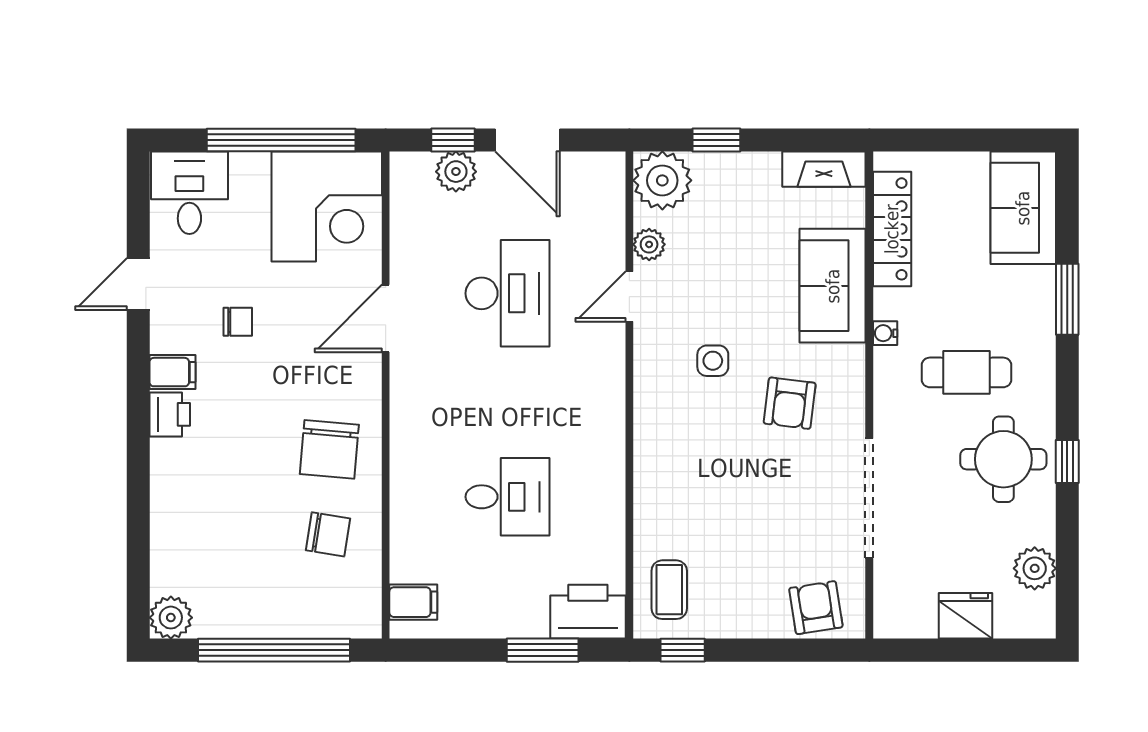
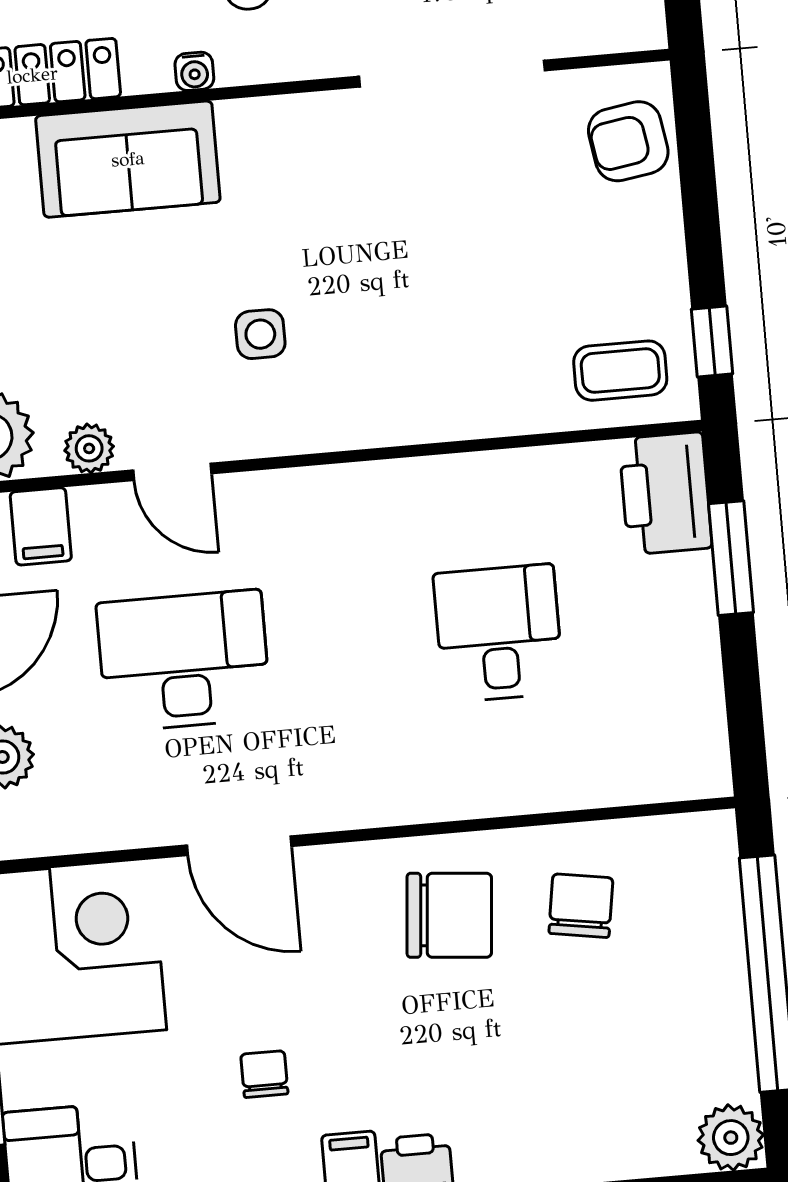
armchair: (790, 403) -> (316, 210), removed
filing cabinet: (413, 602) -> (41, 526), moved, turned 180

